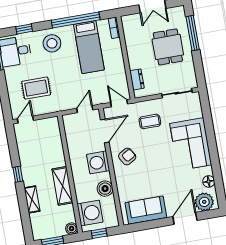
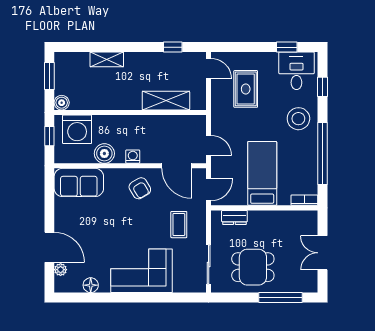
bed: (89, 47) -> (262, 173), moved, turned 90
dining table: (168, 47) -> (253, 267), moved
washing machine: (98, 162) -> (133, 157), width x0.53, depth x0.53
window: (18, 174) -> (173, 47), moved
shelving: (62, 186) -> (166, 101), moved
plant: (204, 202) -> (61, 270), width x0.53, depth x0.53
sofa: (146, 210) -> (79, 182), moved, turned 90

